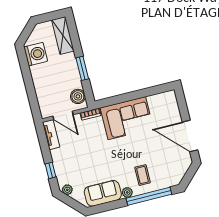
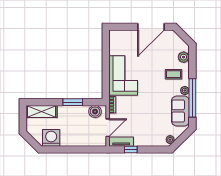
window: (51, 170) -> (131, 149), moved
plant: (165, 182) -> (184, 57), added
window: (149, 196) -> (192, 98), moved

